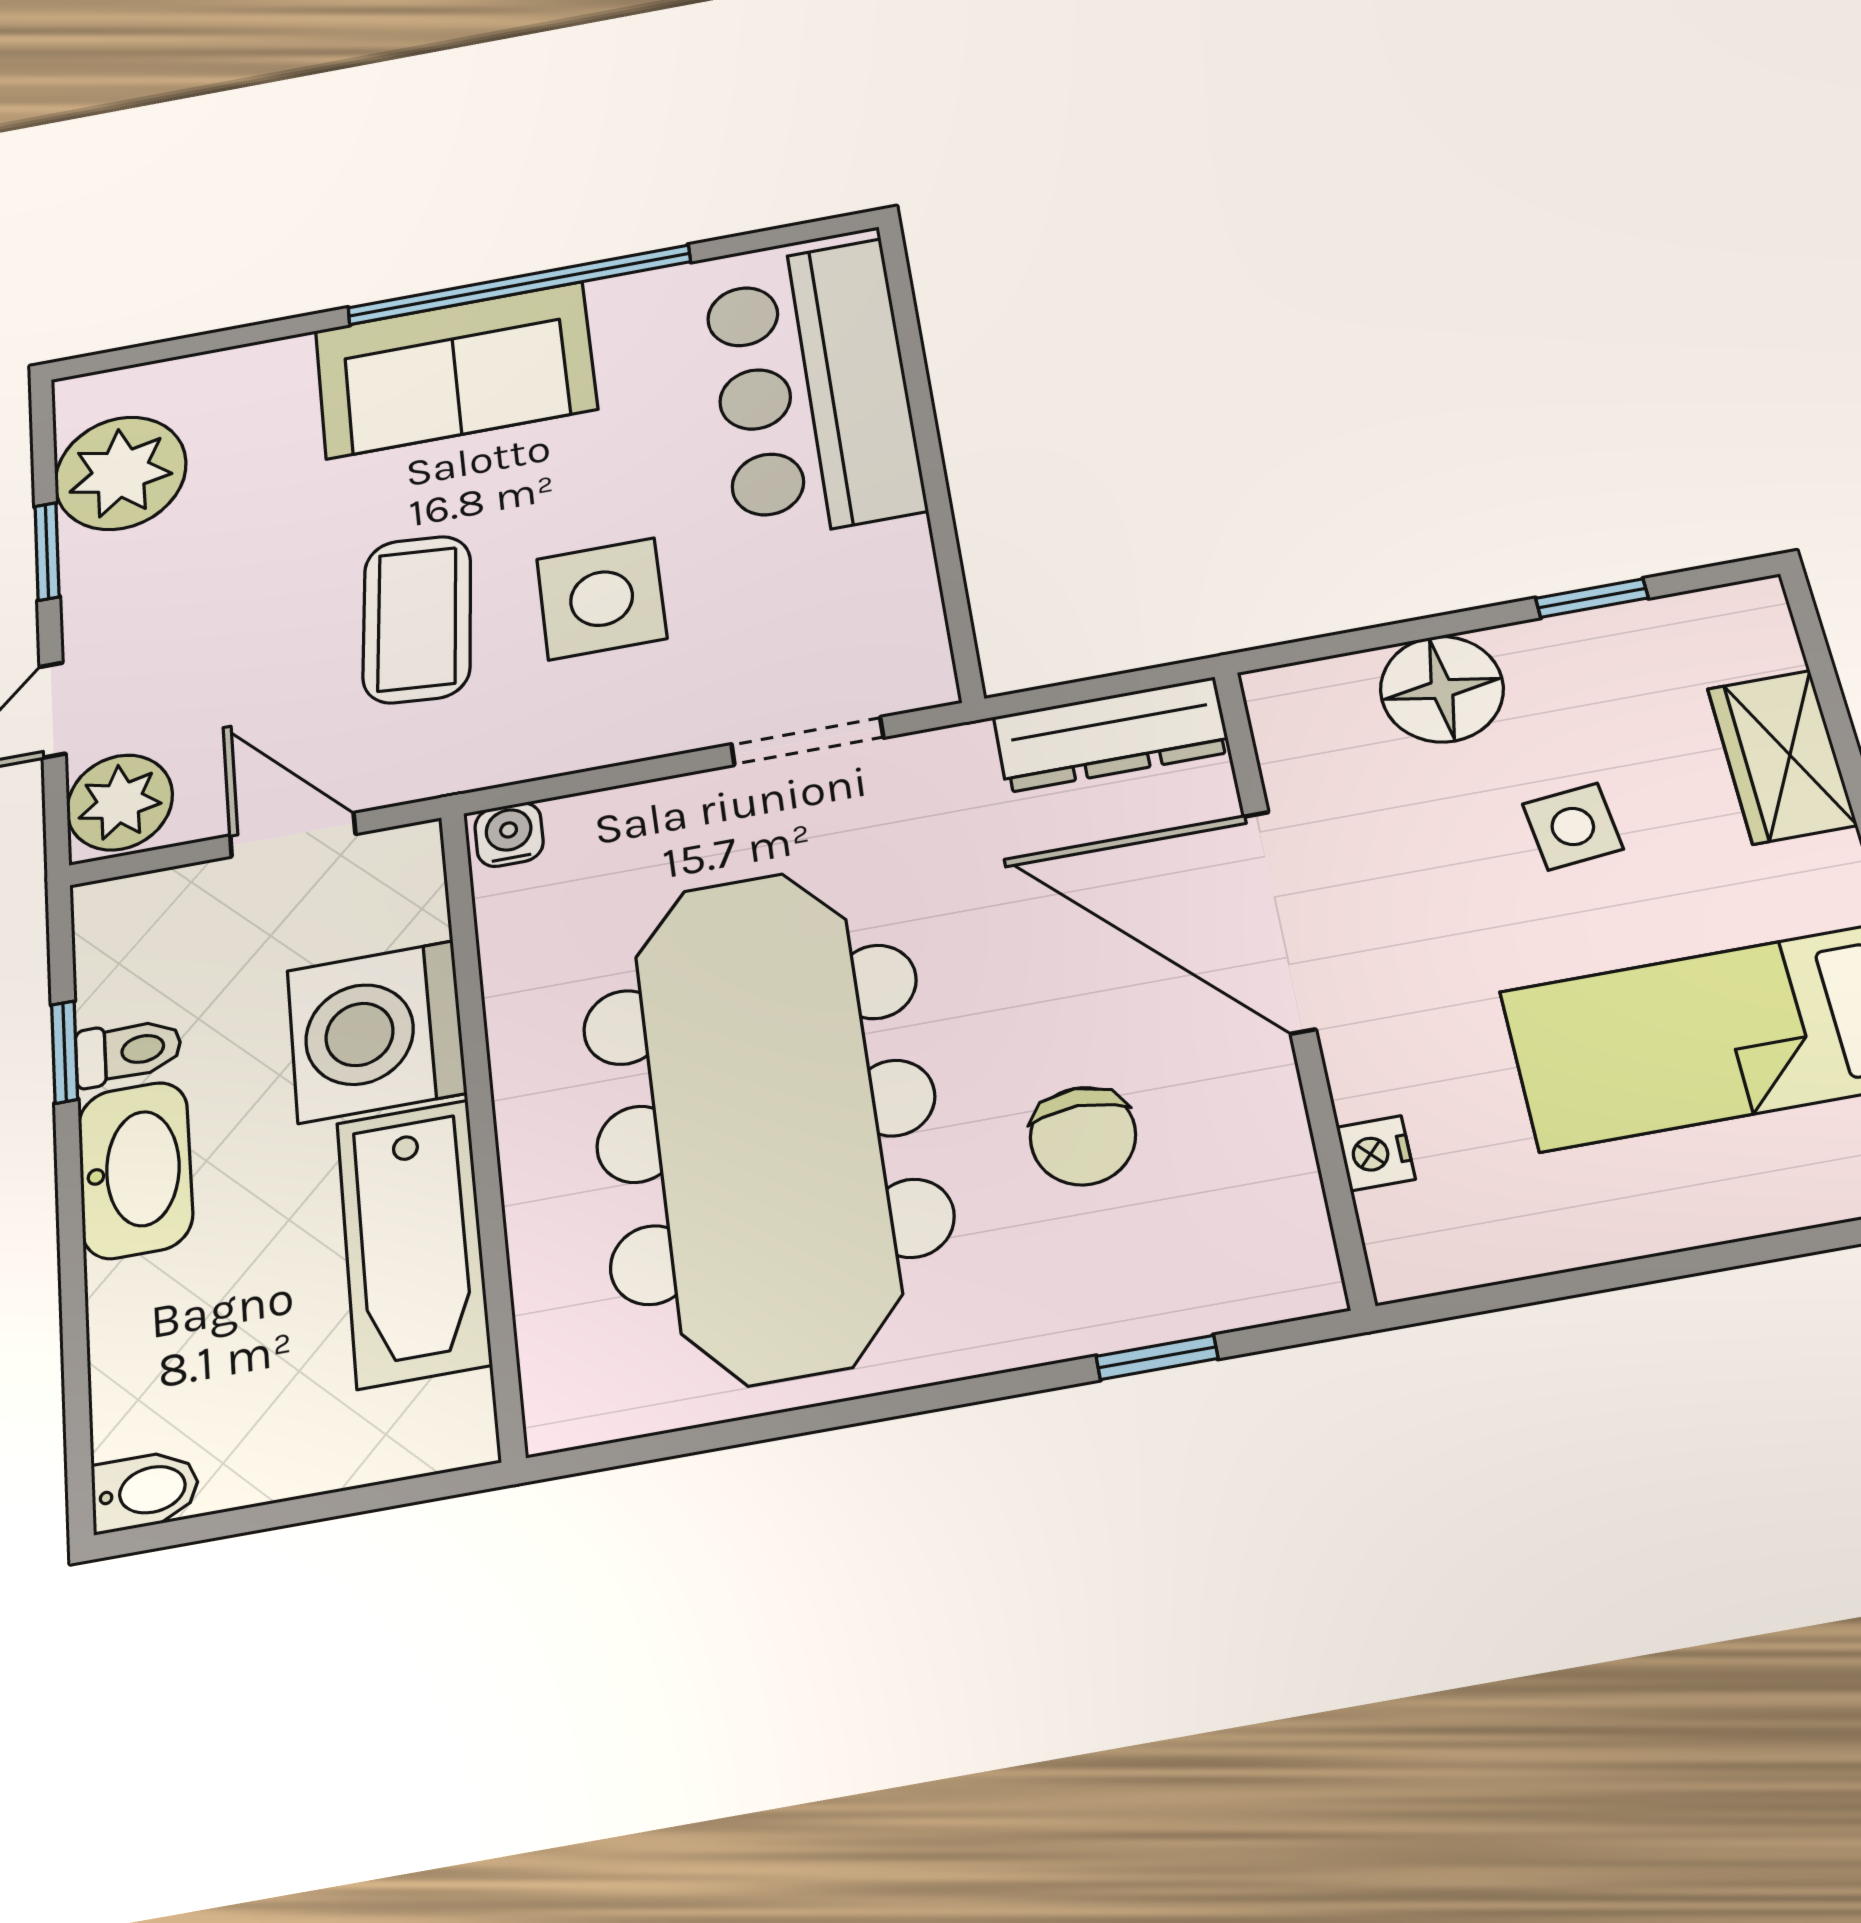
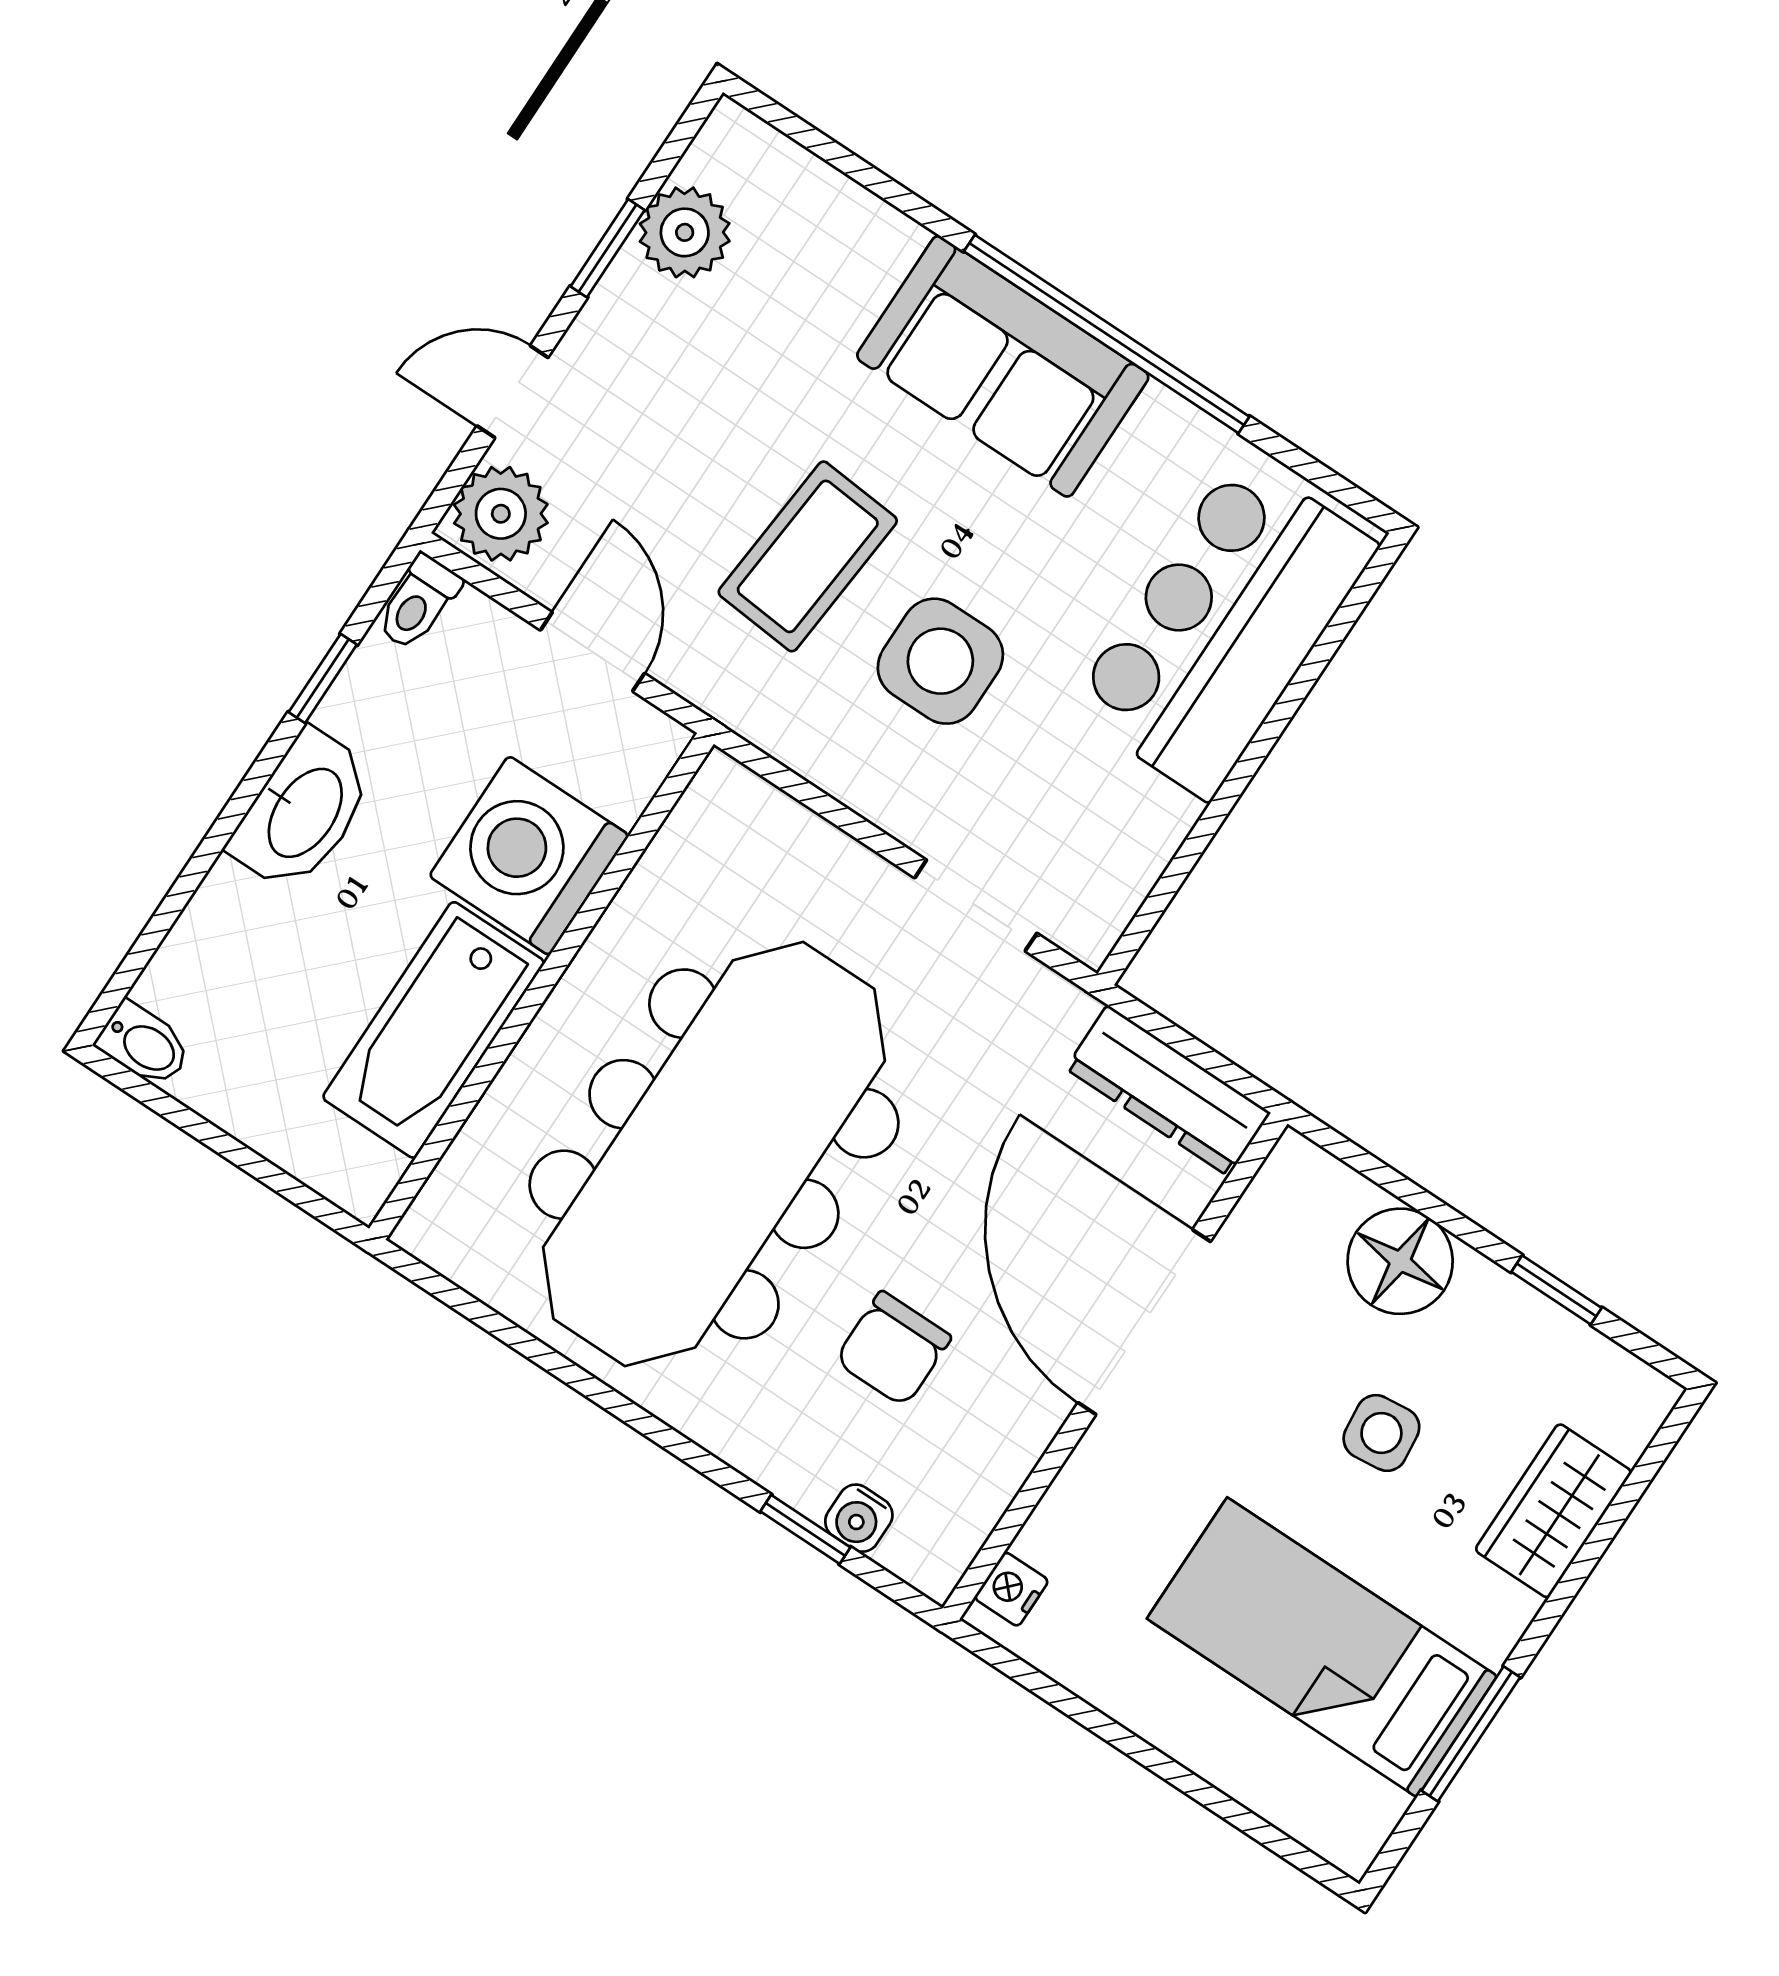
plant: (121, 473) -> (685, 232), width x0.73, depth x0.73
water cooler: (509, 835) -> (859, 1518), moved, turned 180
toilet: (128, 1052) -> (418, 603), moved, turned 90
nightstand: (1376, 1153) -> (1011, 1589), moved

